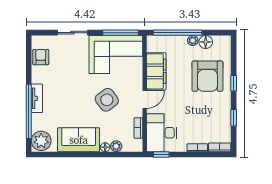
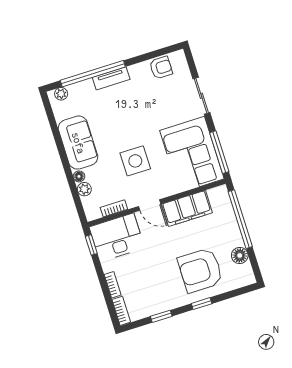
plant: (193, 41) -> (237, 240), removed
side table: (107, 100) -> (135, 161), turned 37
plant: (41, 141) -> (61, 94), width x0.53, depth x0.53

